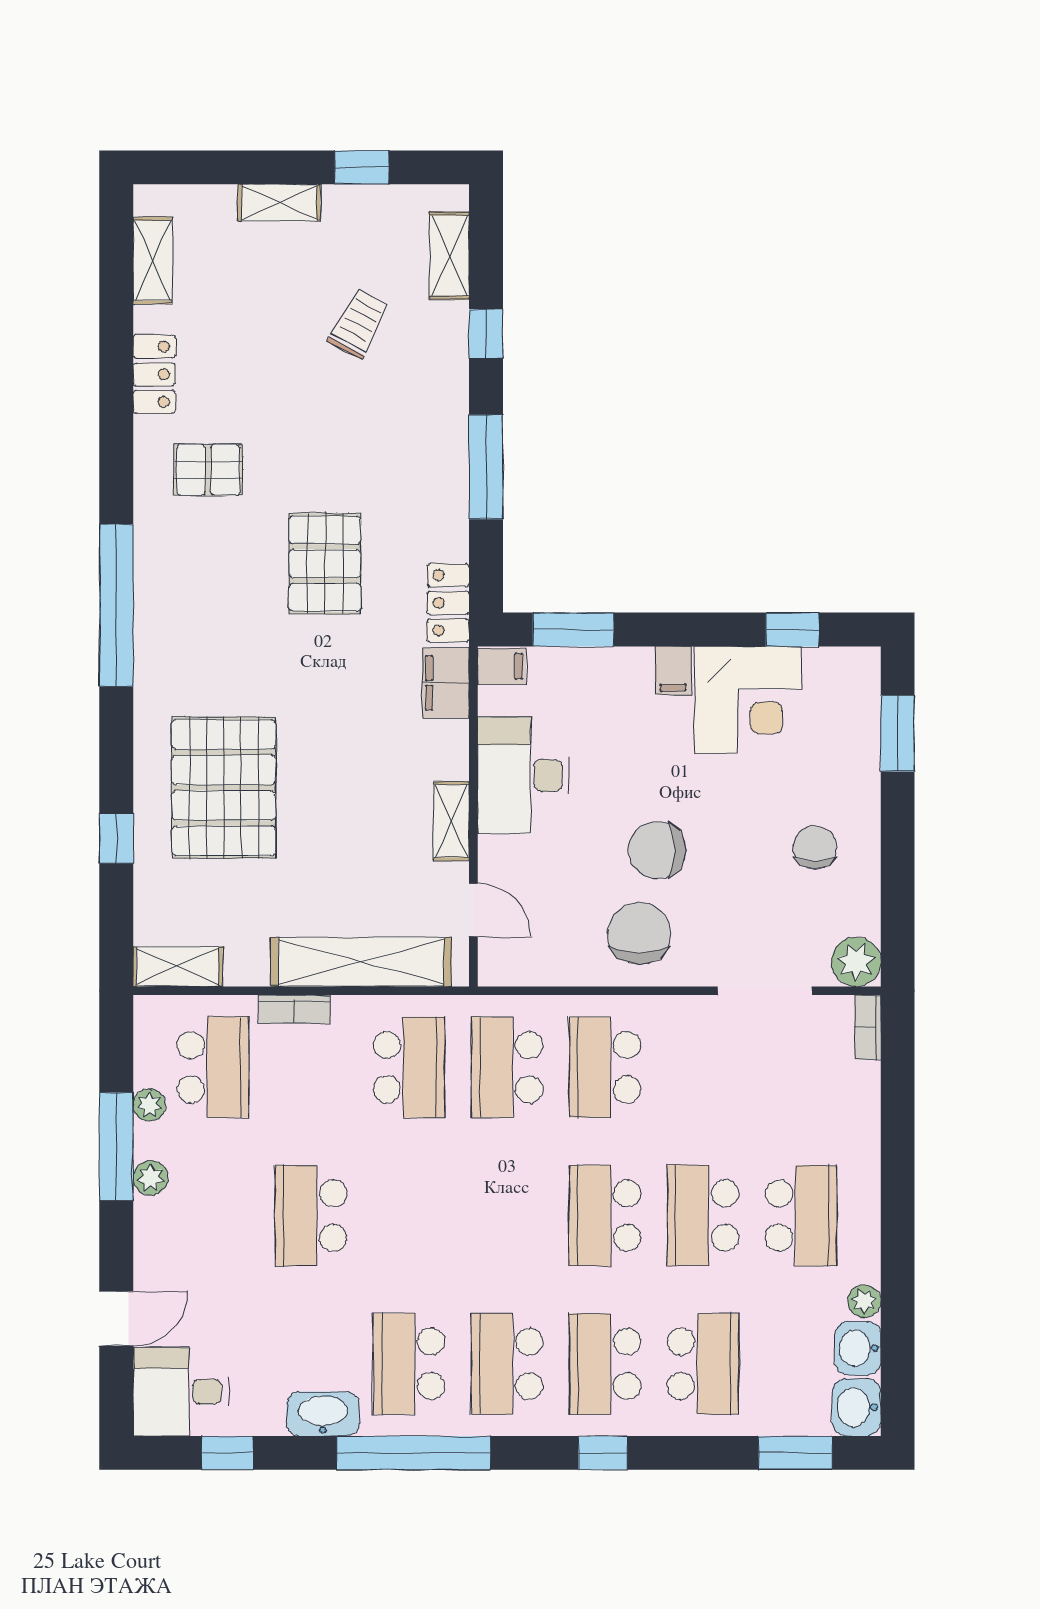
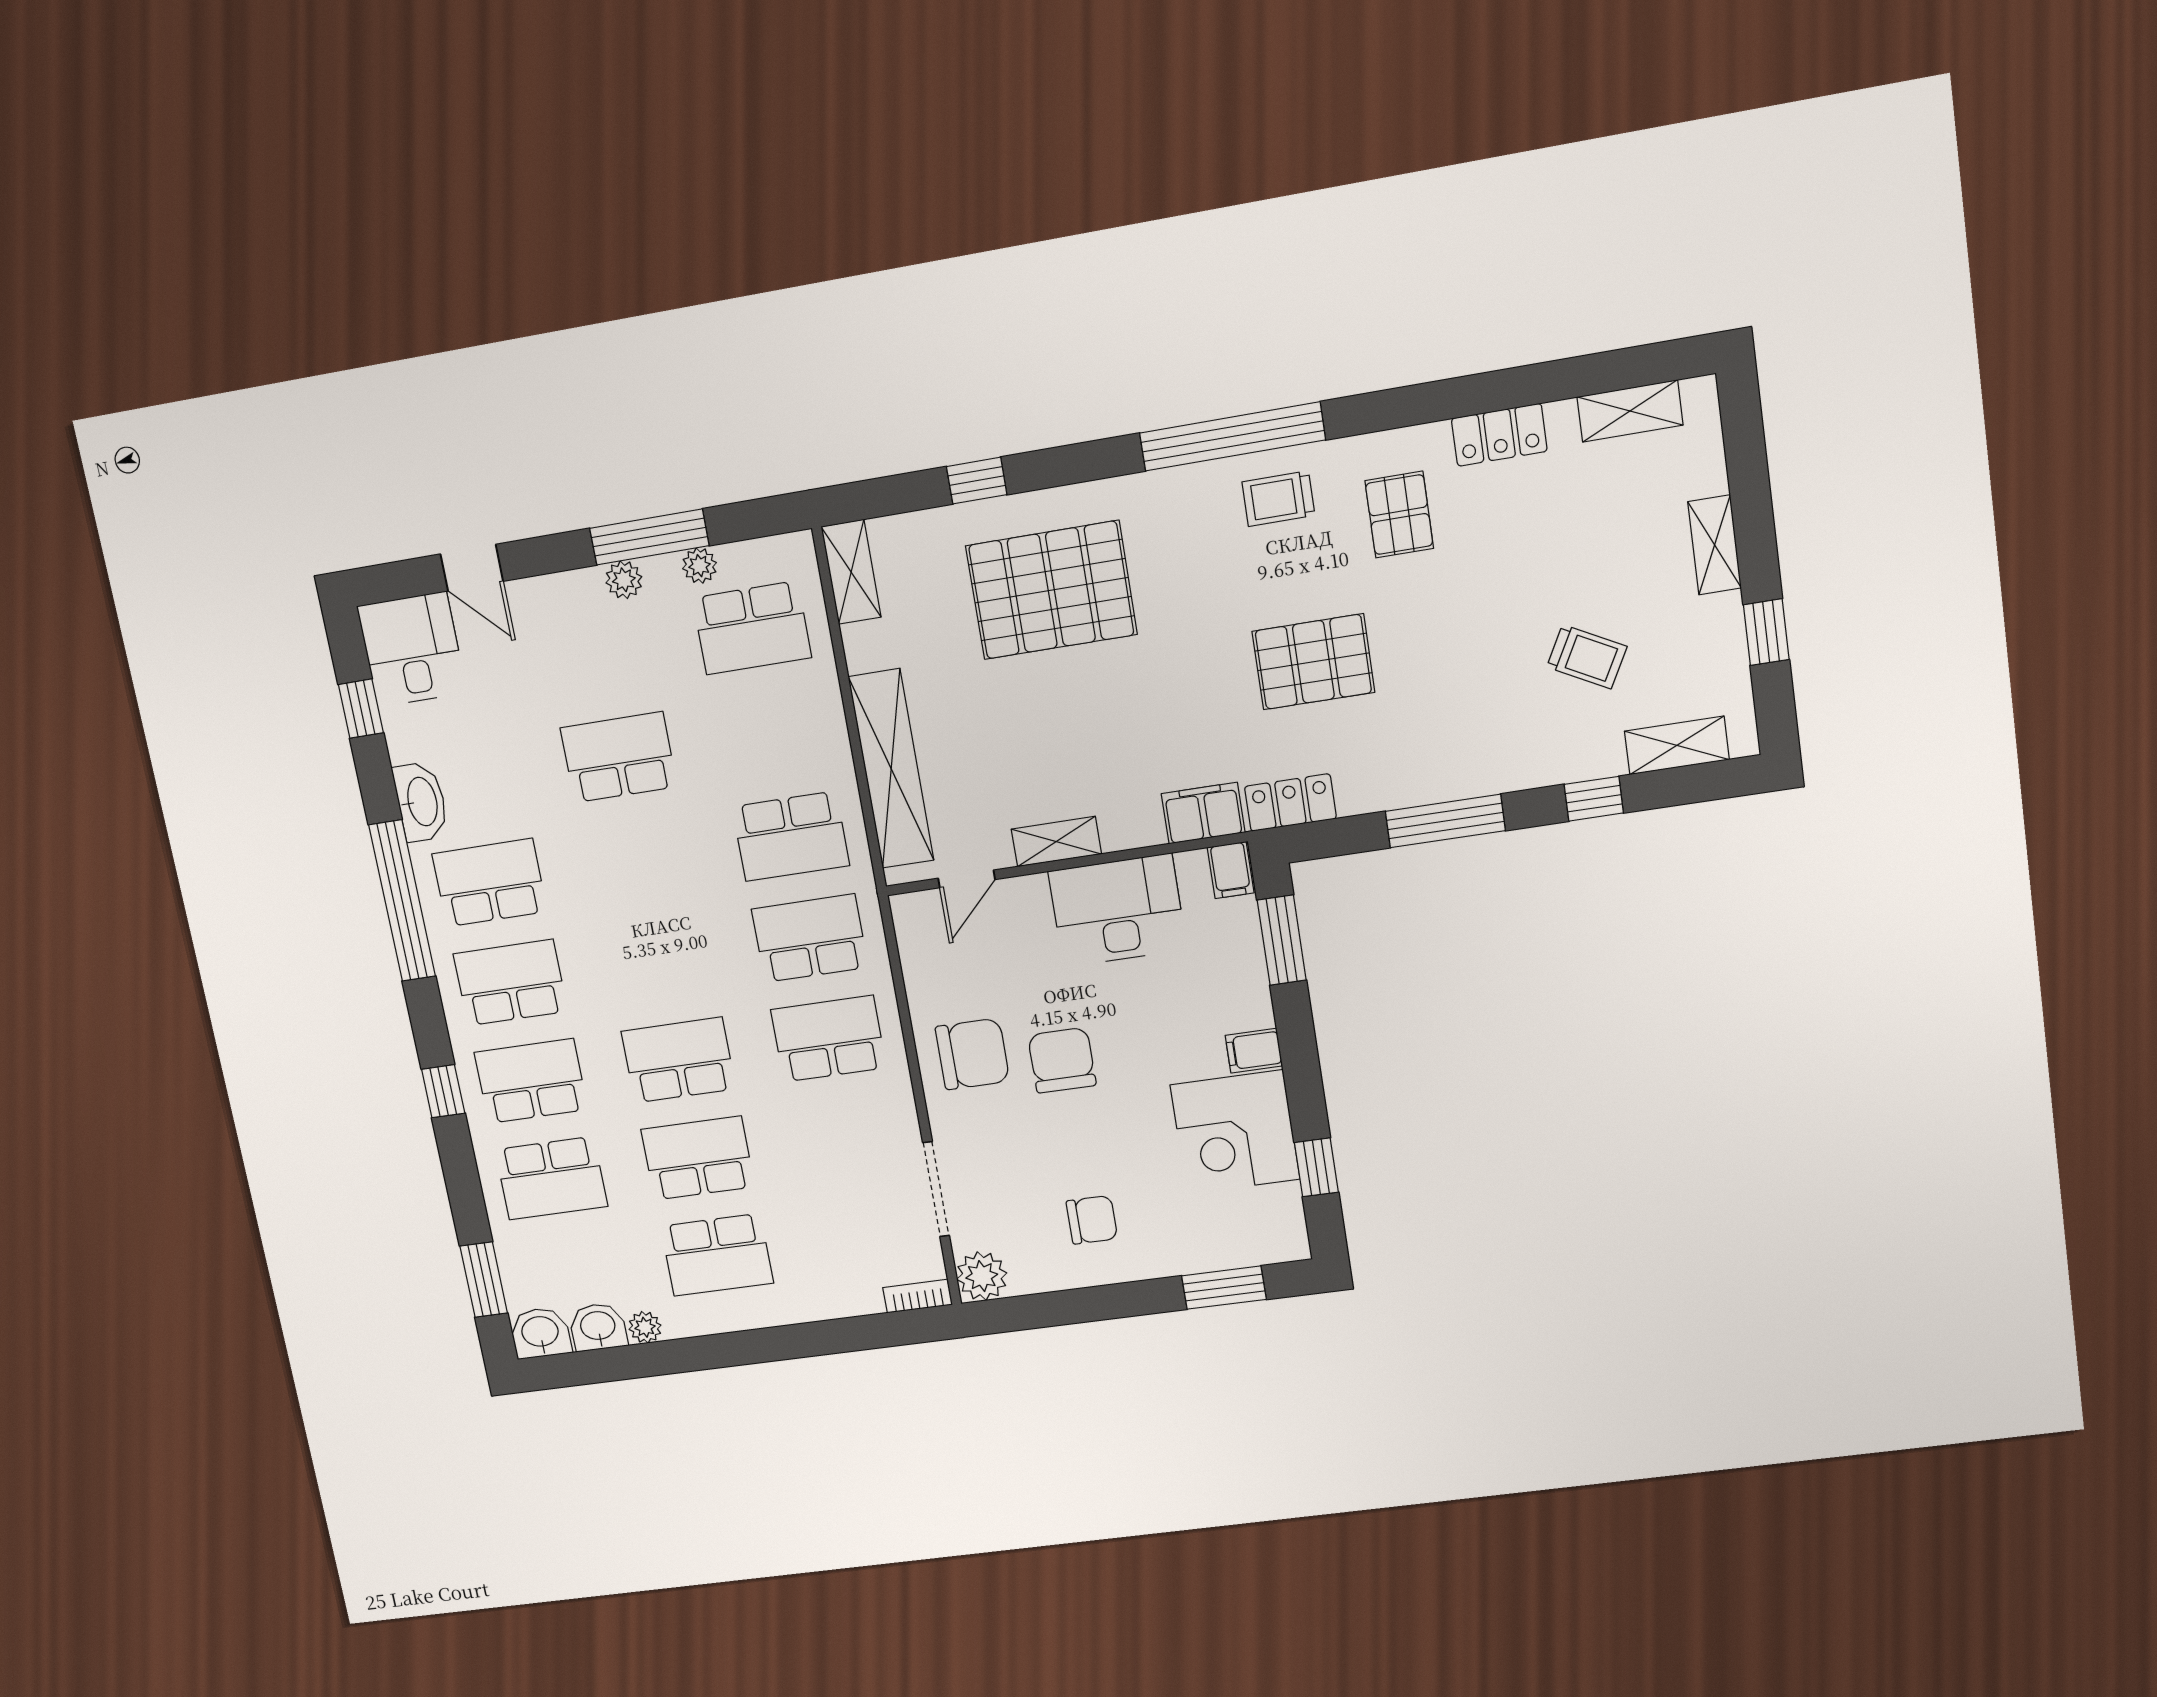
trolley: (177, 573) -> (1278, 499), added
bookcase: (294, 1009) -> (829, 705), removed

